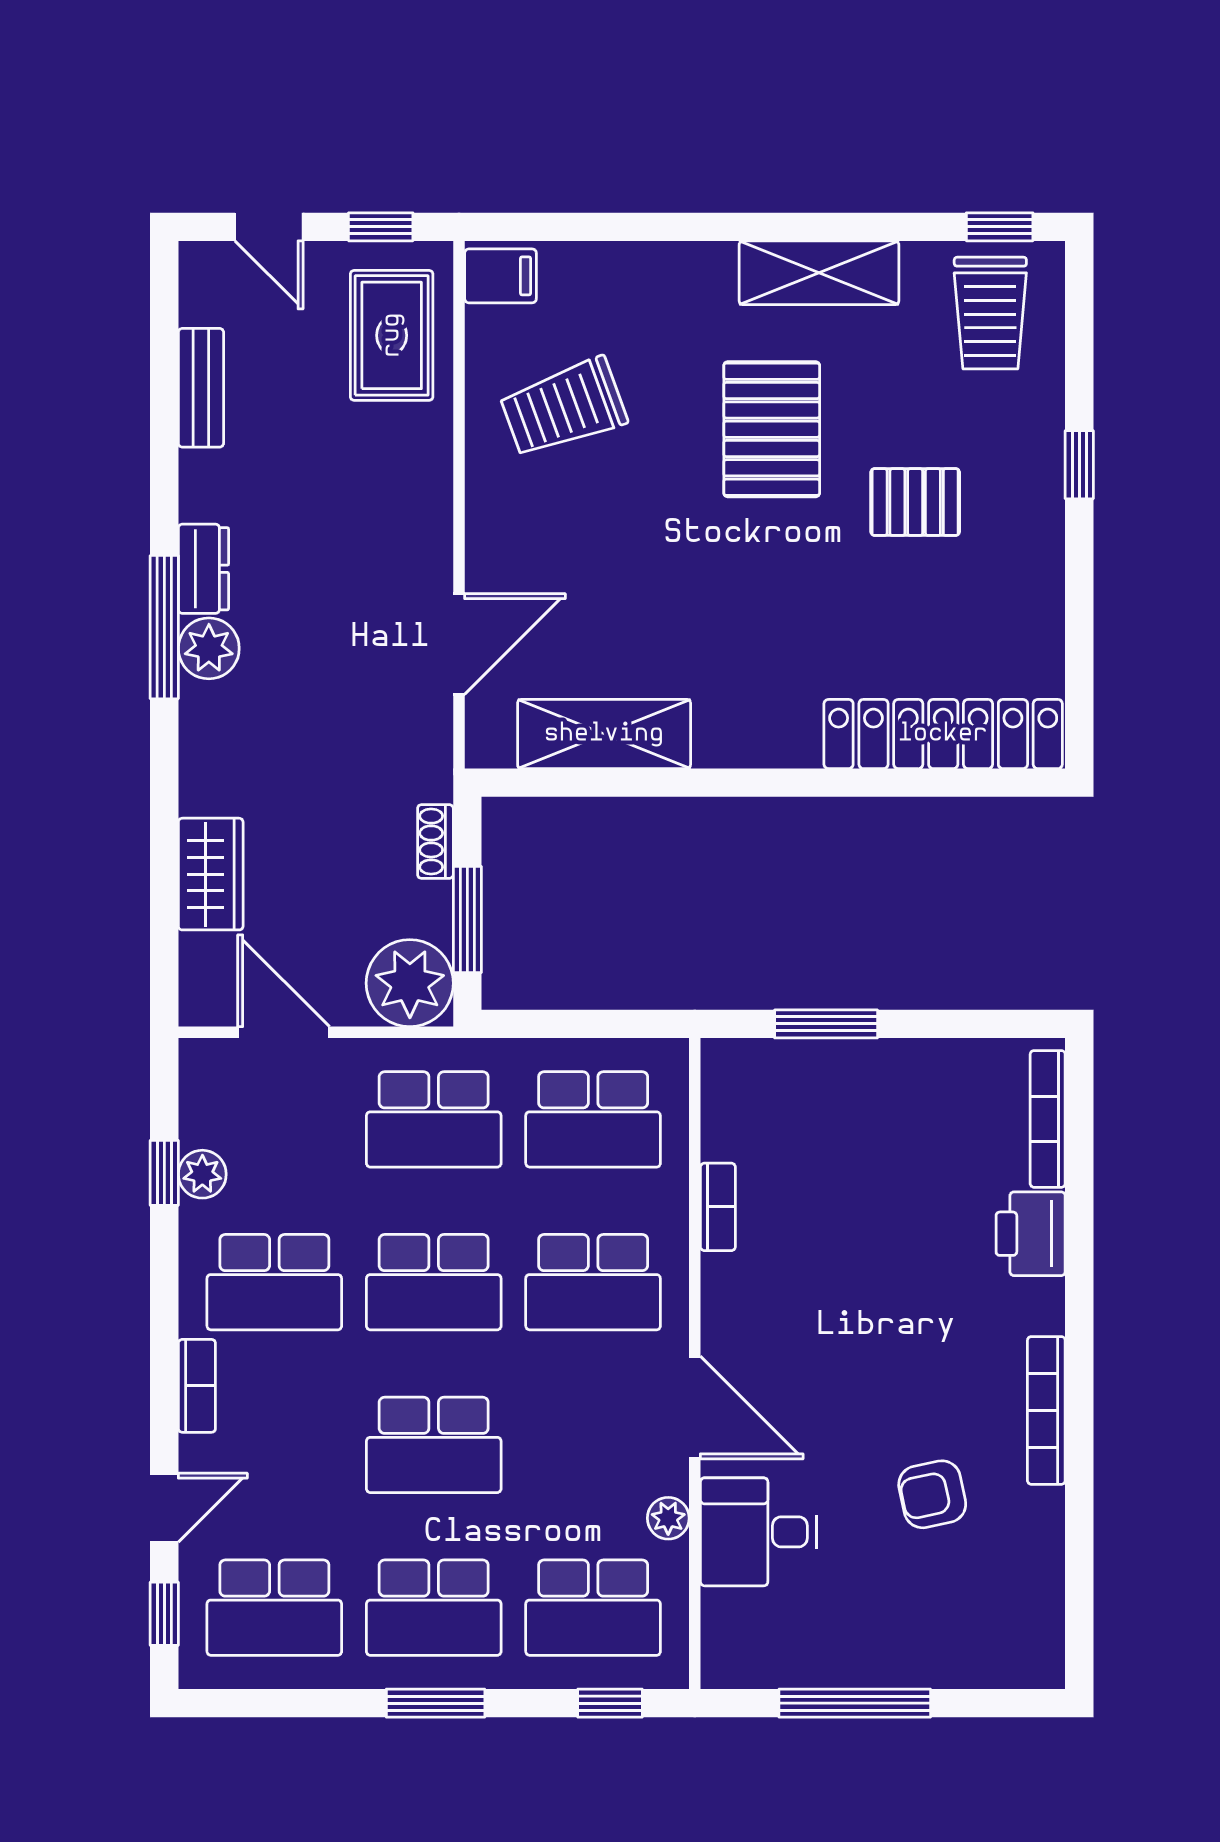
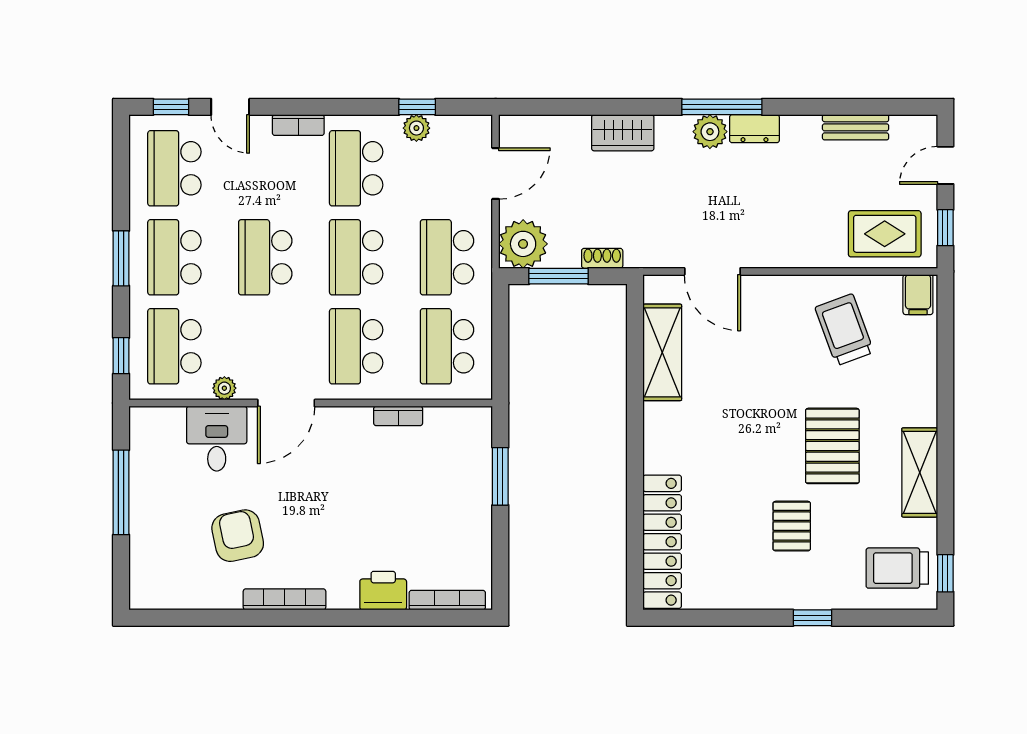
pallet: (772, 429) -> (832, 446), turned 90
wardrobe: (211, 874) -> (623, 133), moved
armchair: (932, 1494) -> (238, 536), width x1.38, depth x1.38

